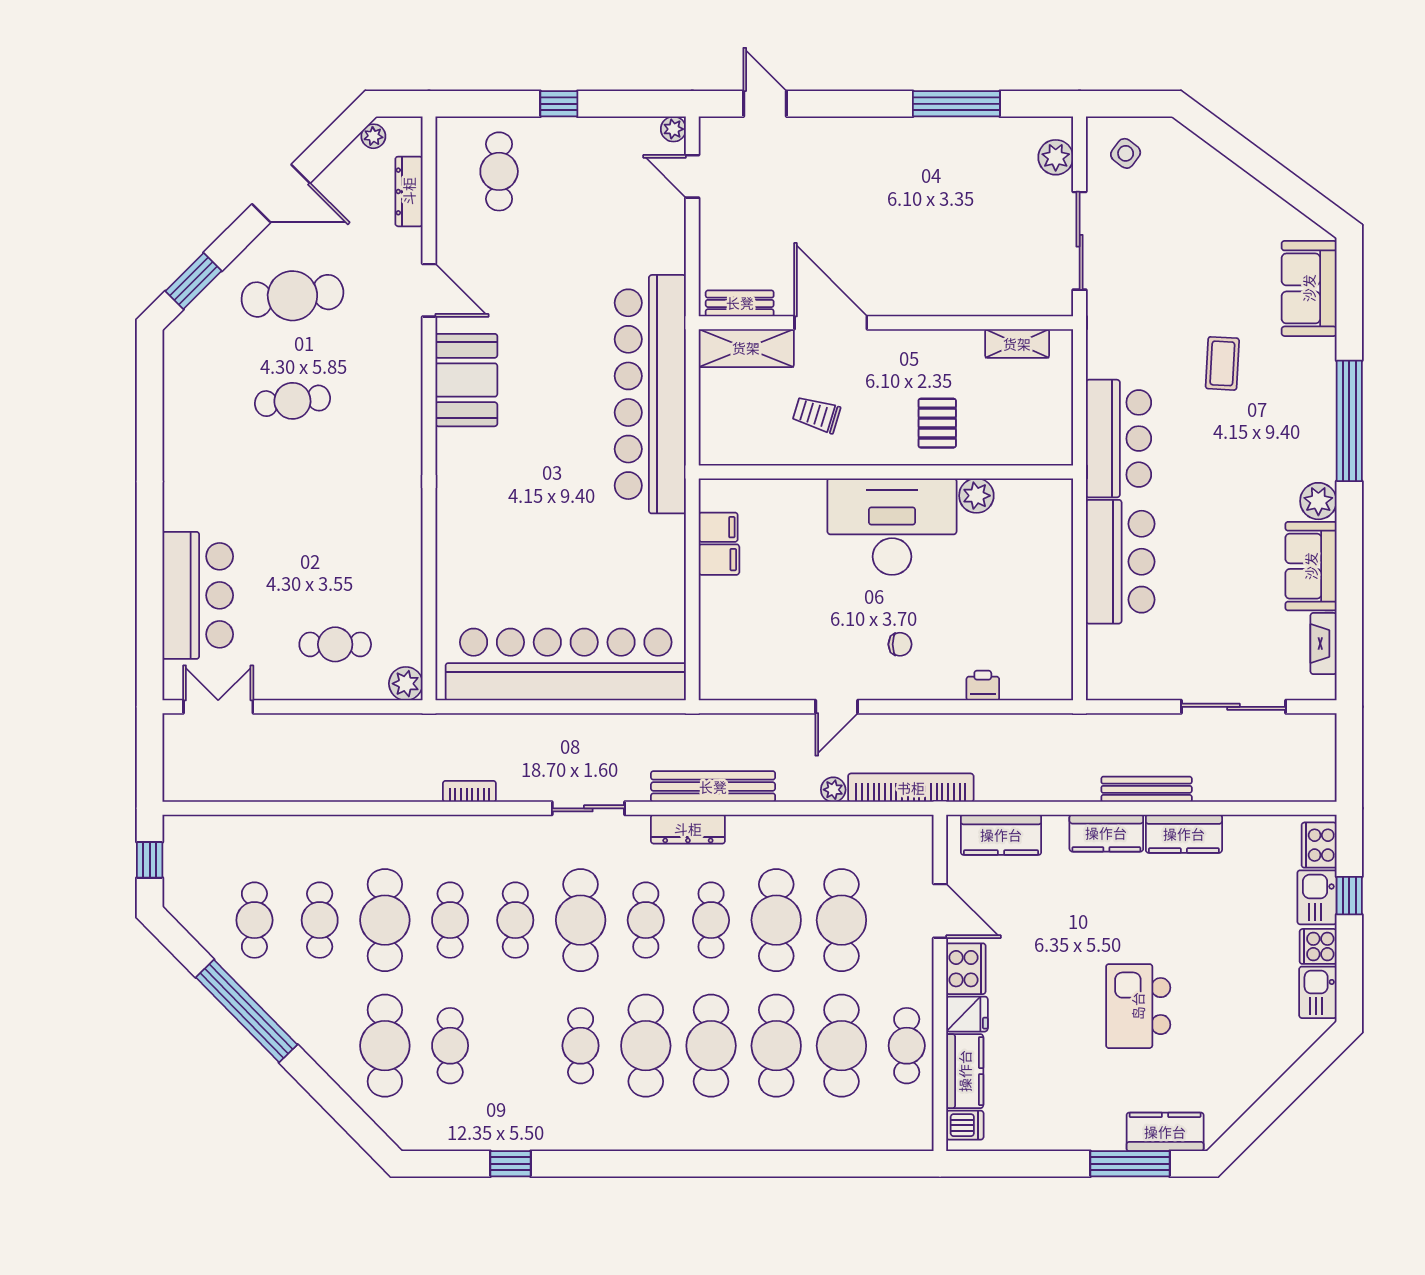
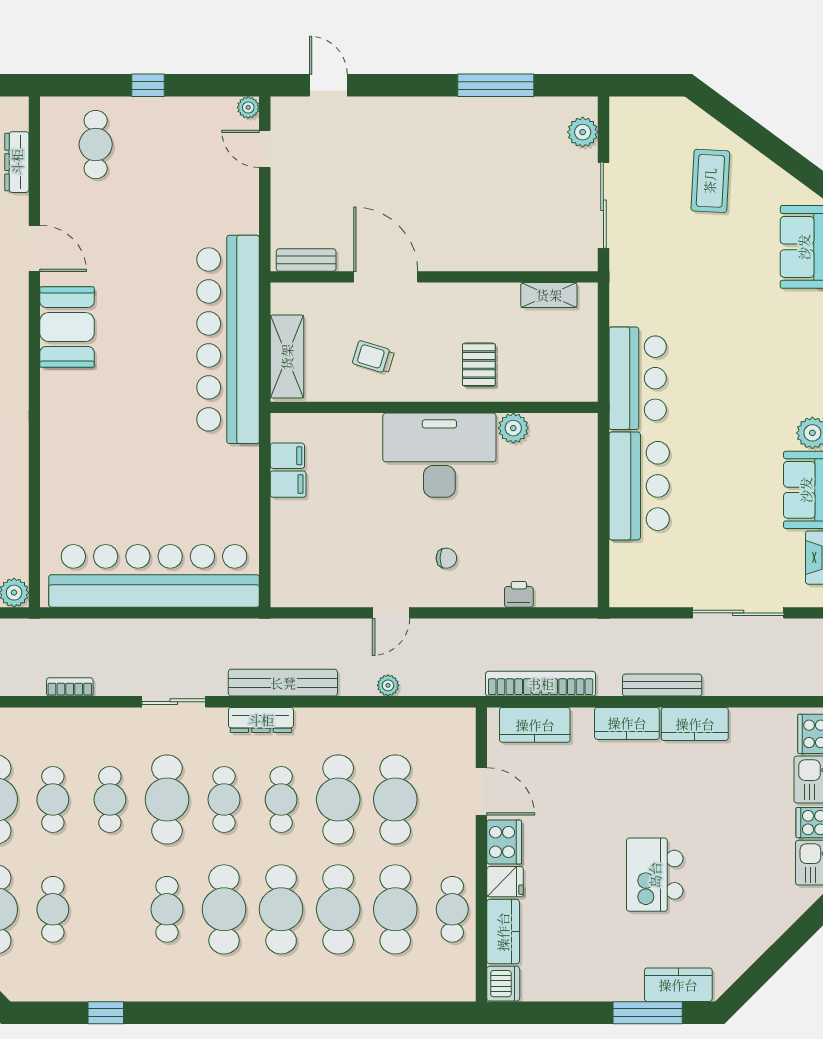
side table: (1126, 153) -> (644, 129), removed
shelving: (746, 348) -> (287, 357), moved, turned 90
coffee table: (1222, 363) -> (710, 181), moved, width x1.36, depth x1.30
bookcase: (911, 788) -> (541, 684), moved
dishwasher: (965, 1125) -> (503, 984), width x1.38

